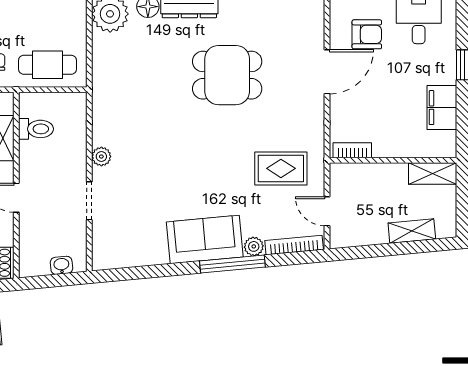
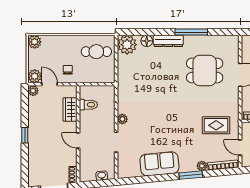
cafe table: (47, 65) -> (96, 52), moved
dining table: (227, 75) -> (205, 70), moved
sofa: (205, 239) -> (159, 164), moved
window: (232, 264) -> (191, 175), width x0.69

